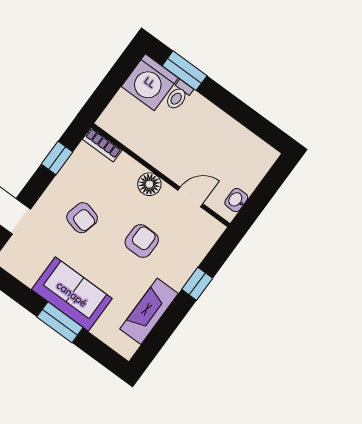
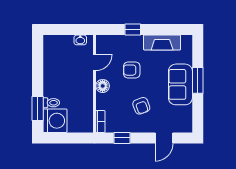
door: (190, 197) -> (95, 62), swing flipped
armchair: (82, 218) -> (141, 106), turned 146

